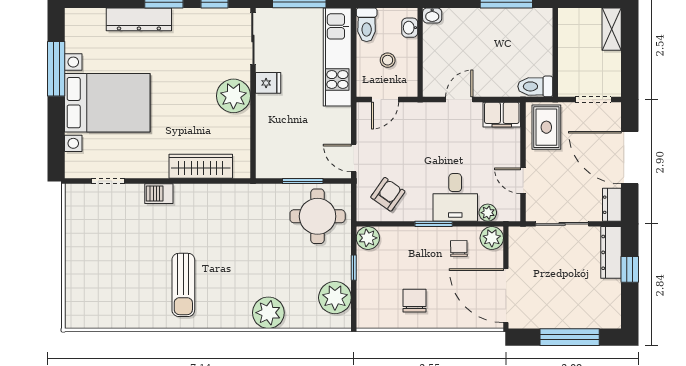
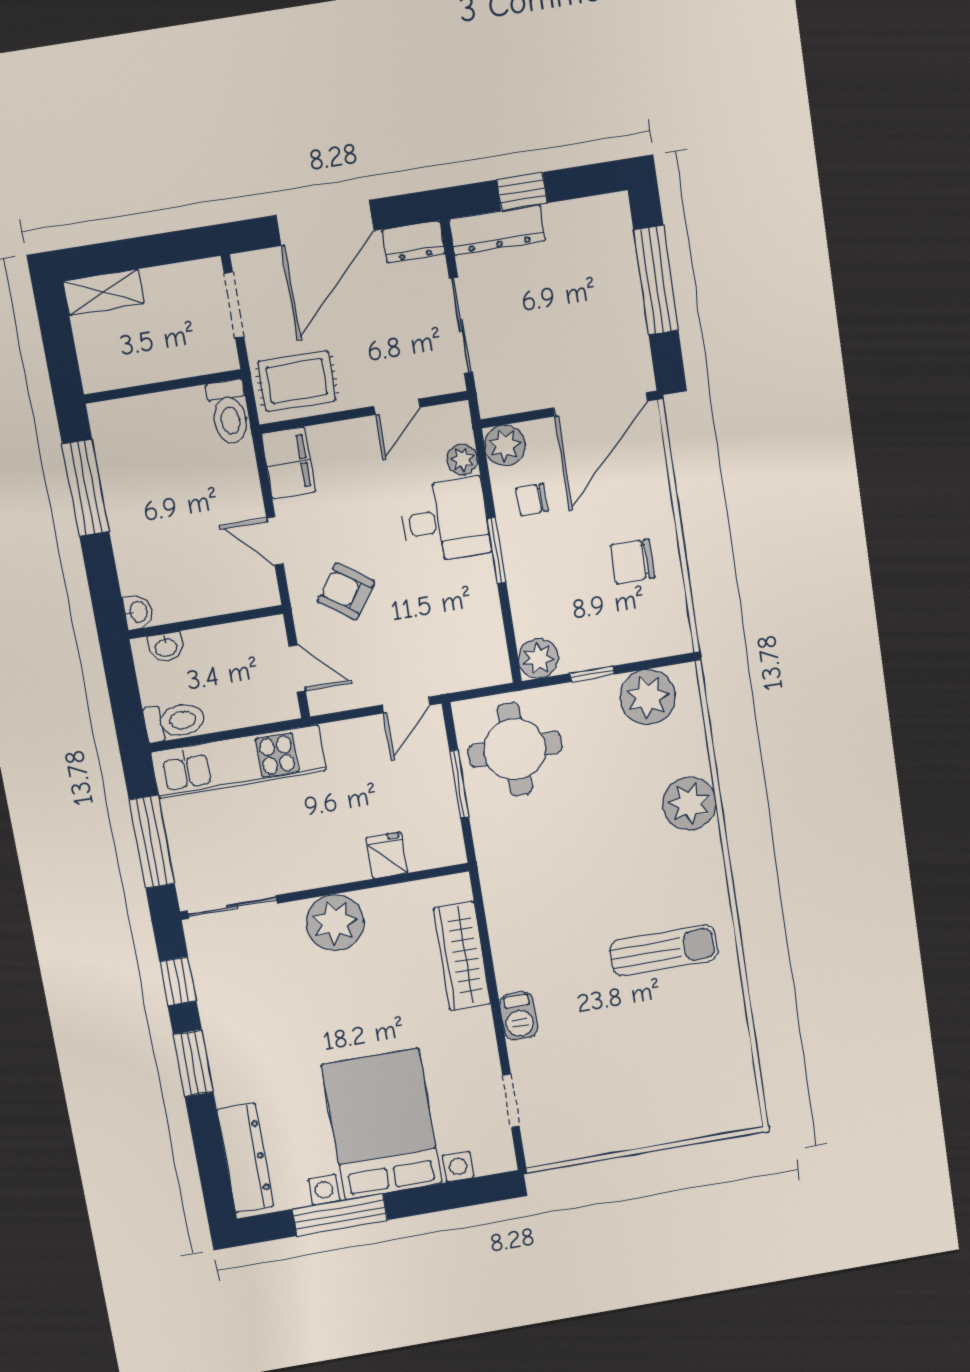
dresser: (139, 19) -> (245, 1158), moved
stool: (388, 60) -> (229, 675), removed
fridge: (268, 83) -> (387, 855), moved
armchair: (388, 194) -> (346, 591), moved

